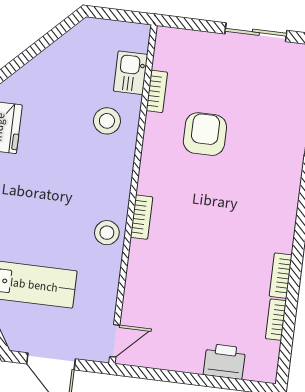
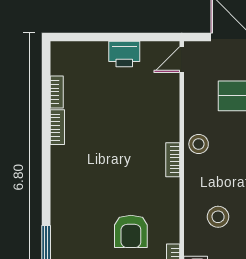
stool: (107, 121) -> (218, 217), moved
printer: (225, 361) -> (124, 54), moved

